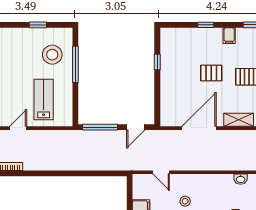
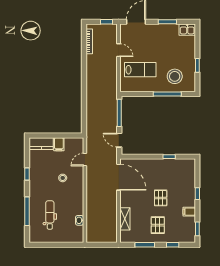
door: (199, 128) -> (119, 177), moved

